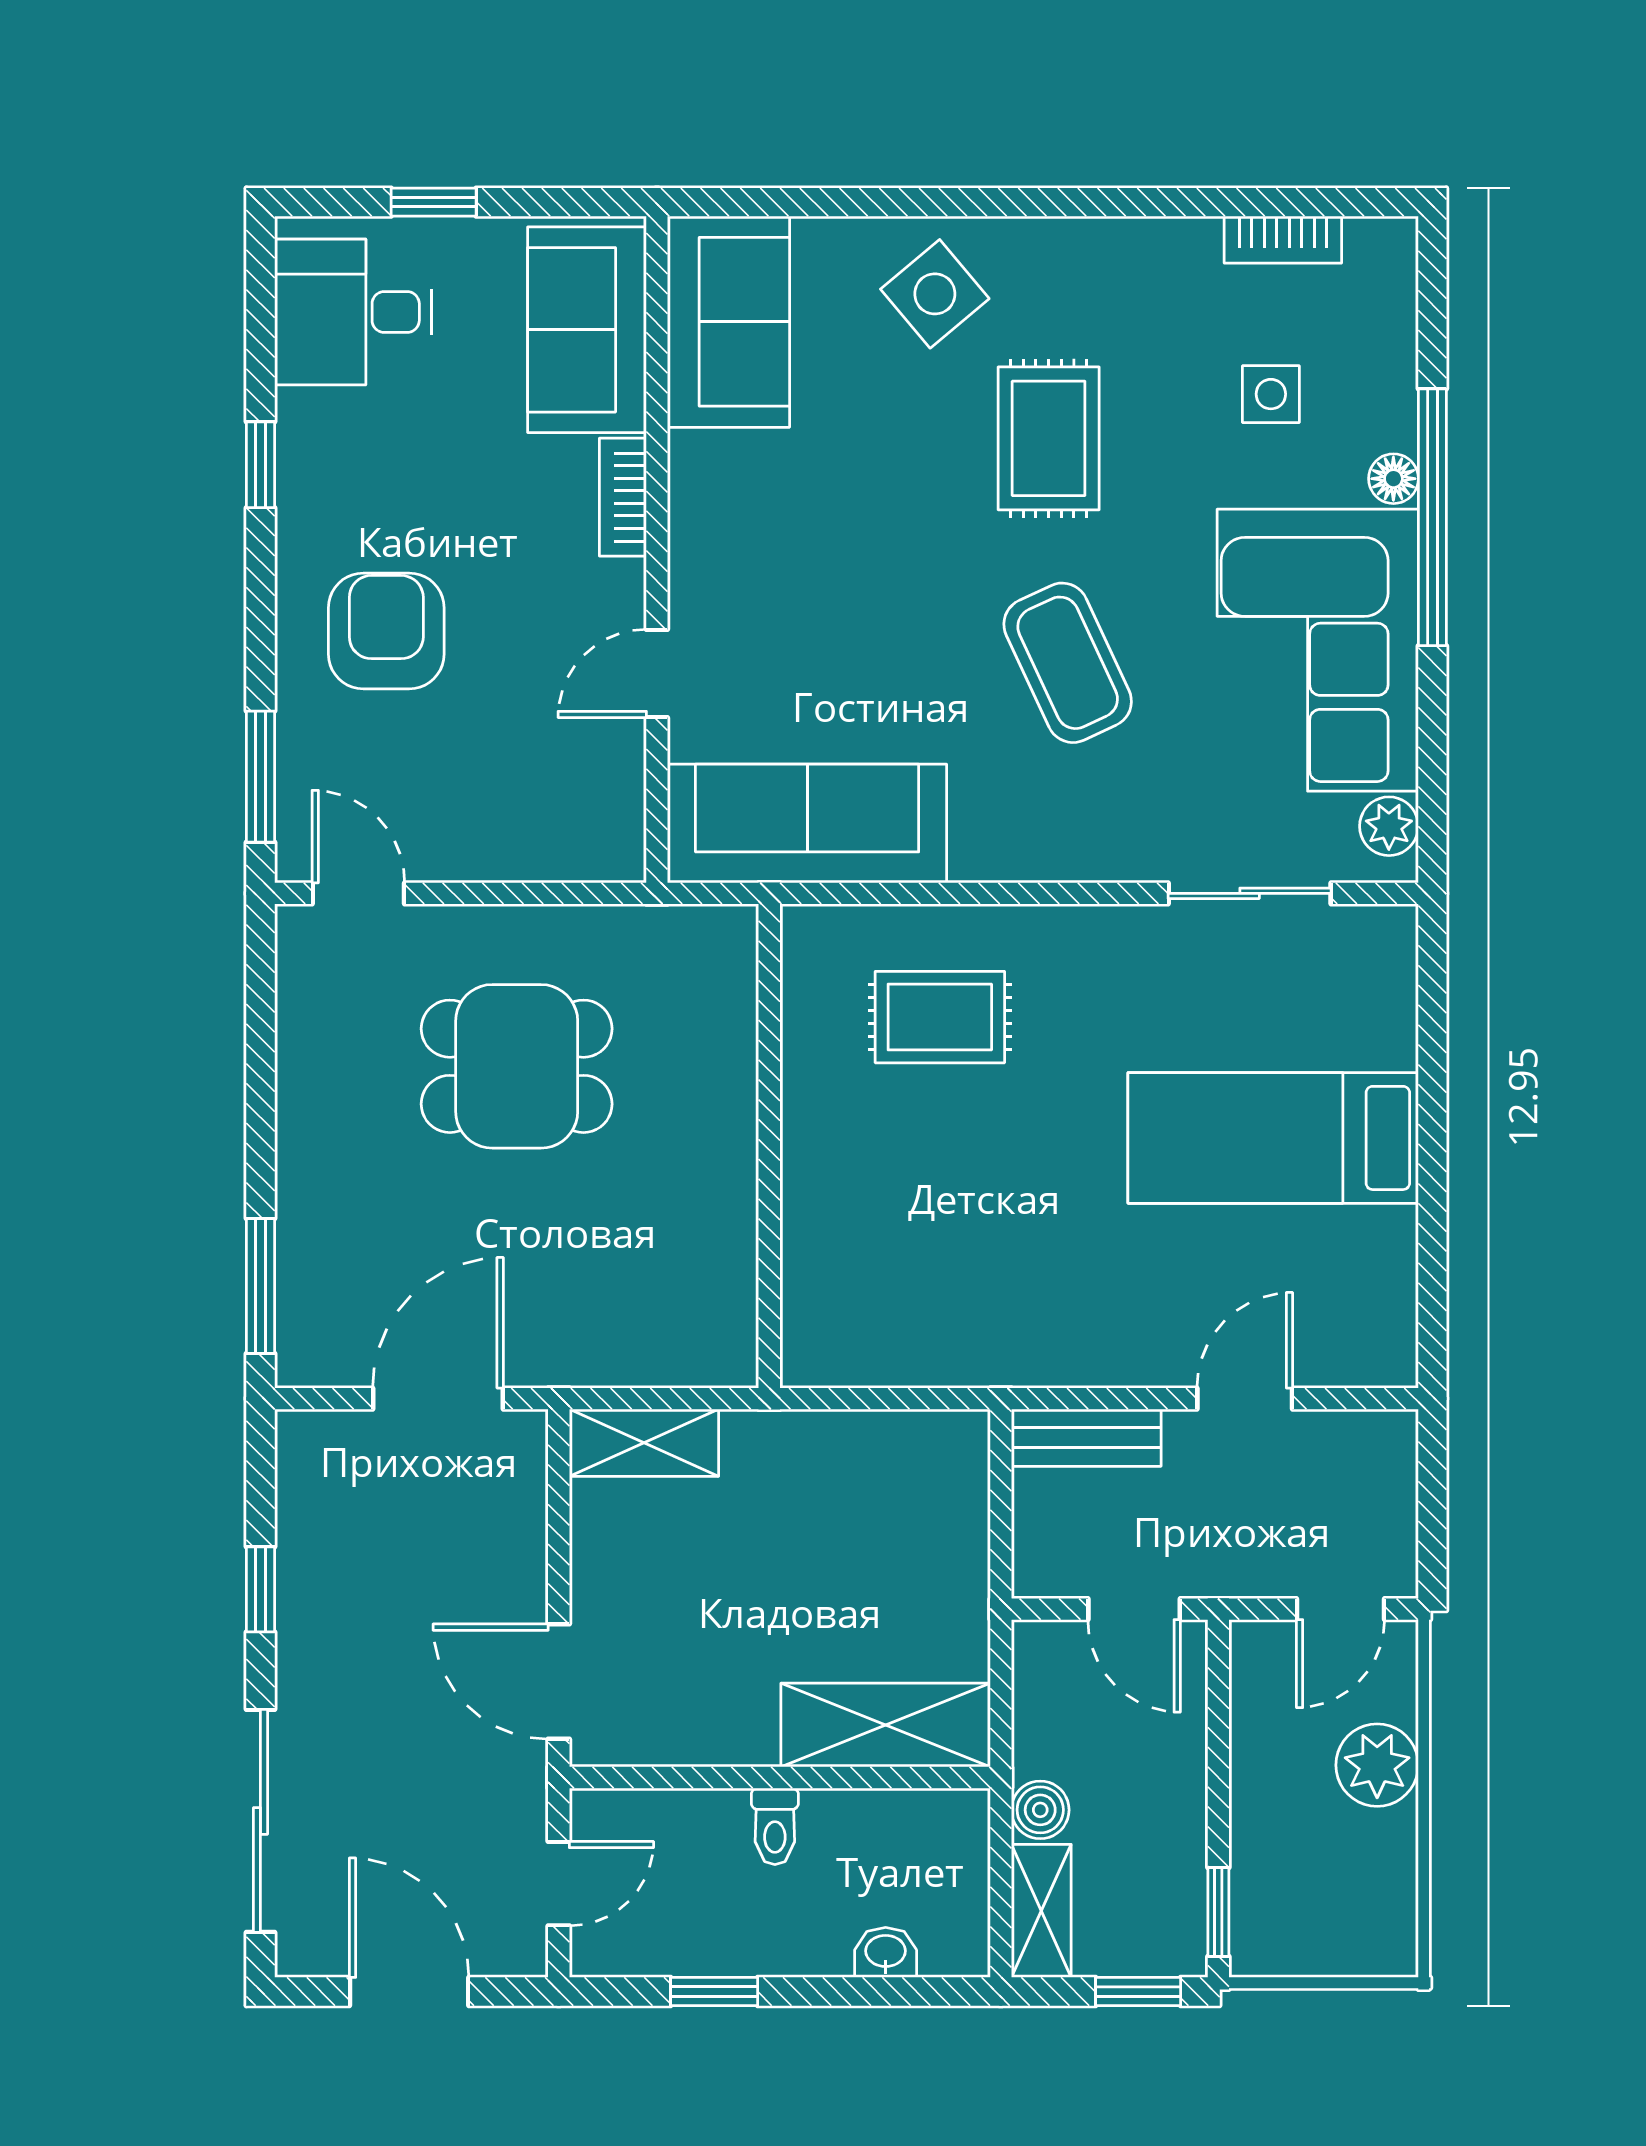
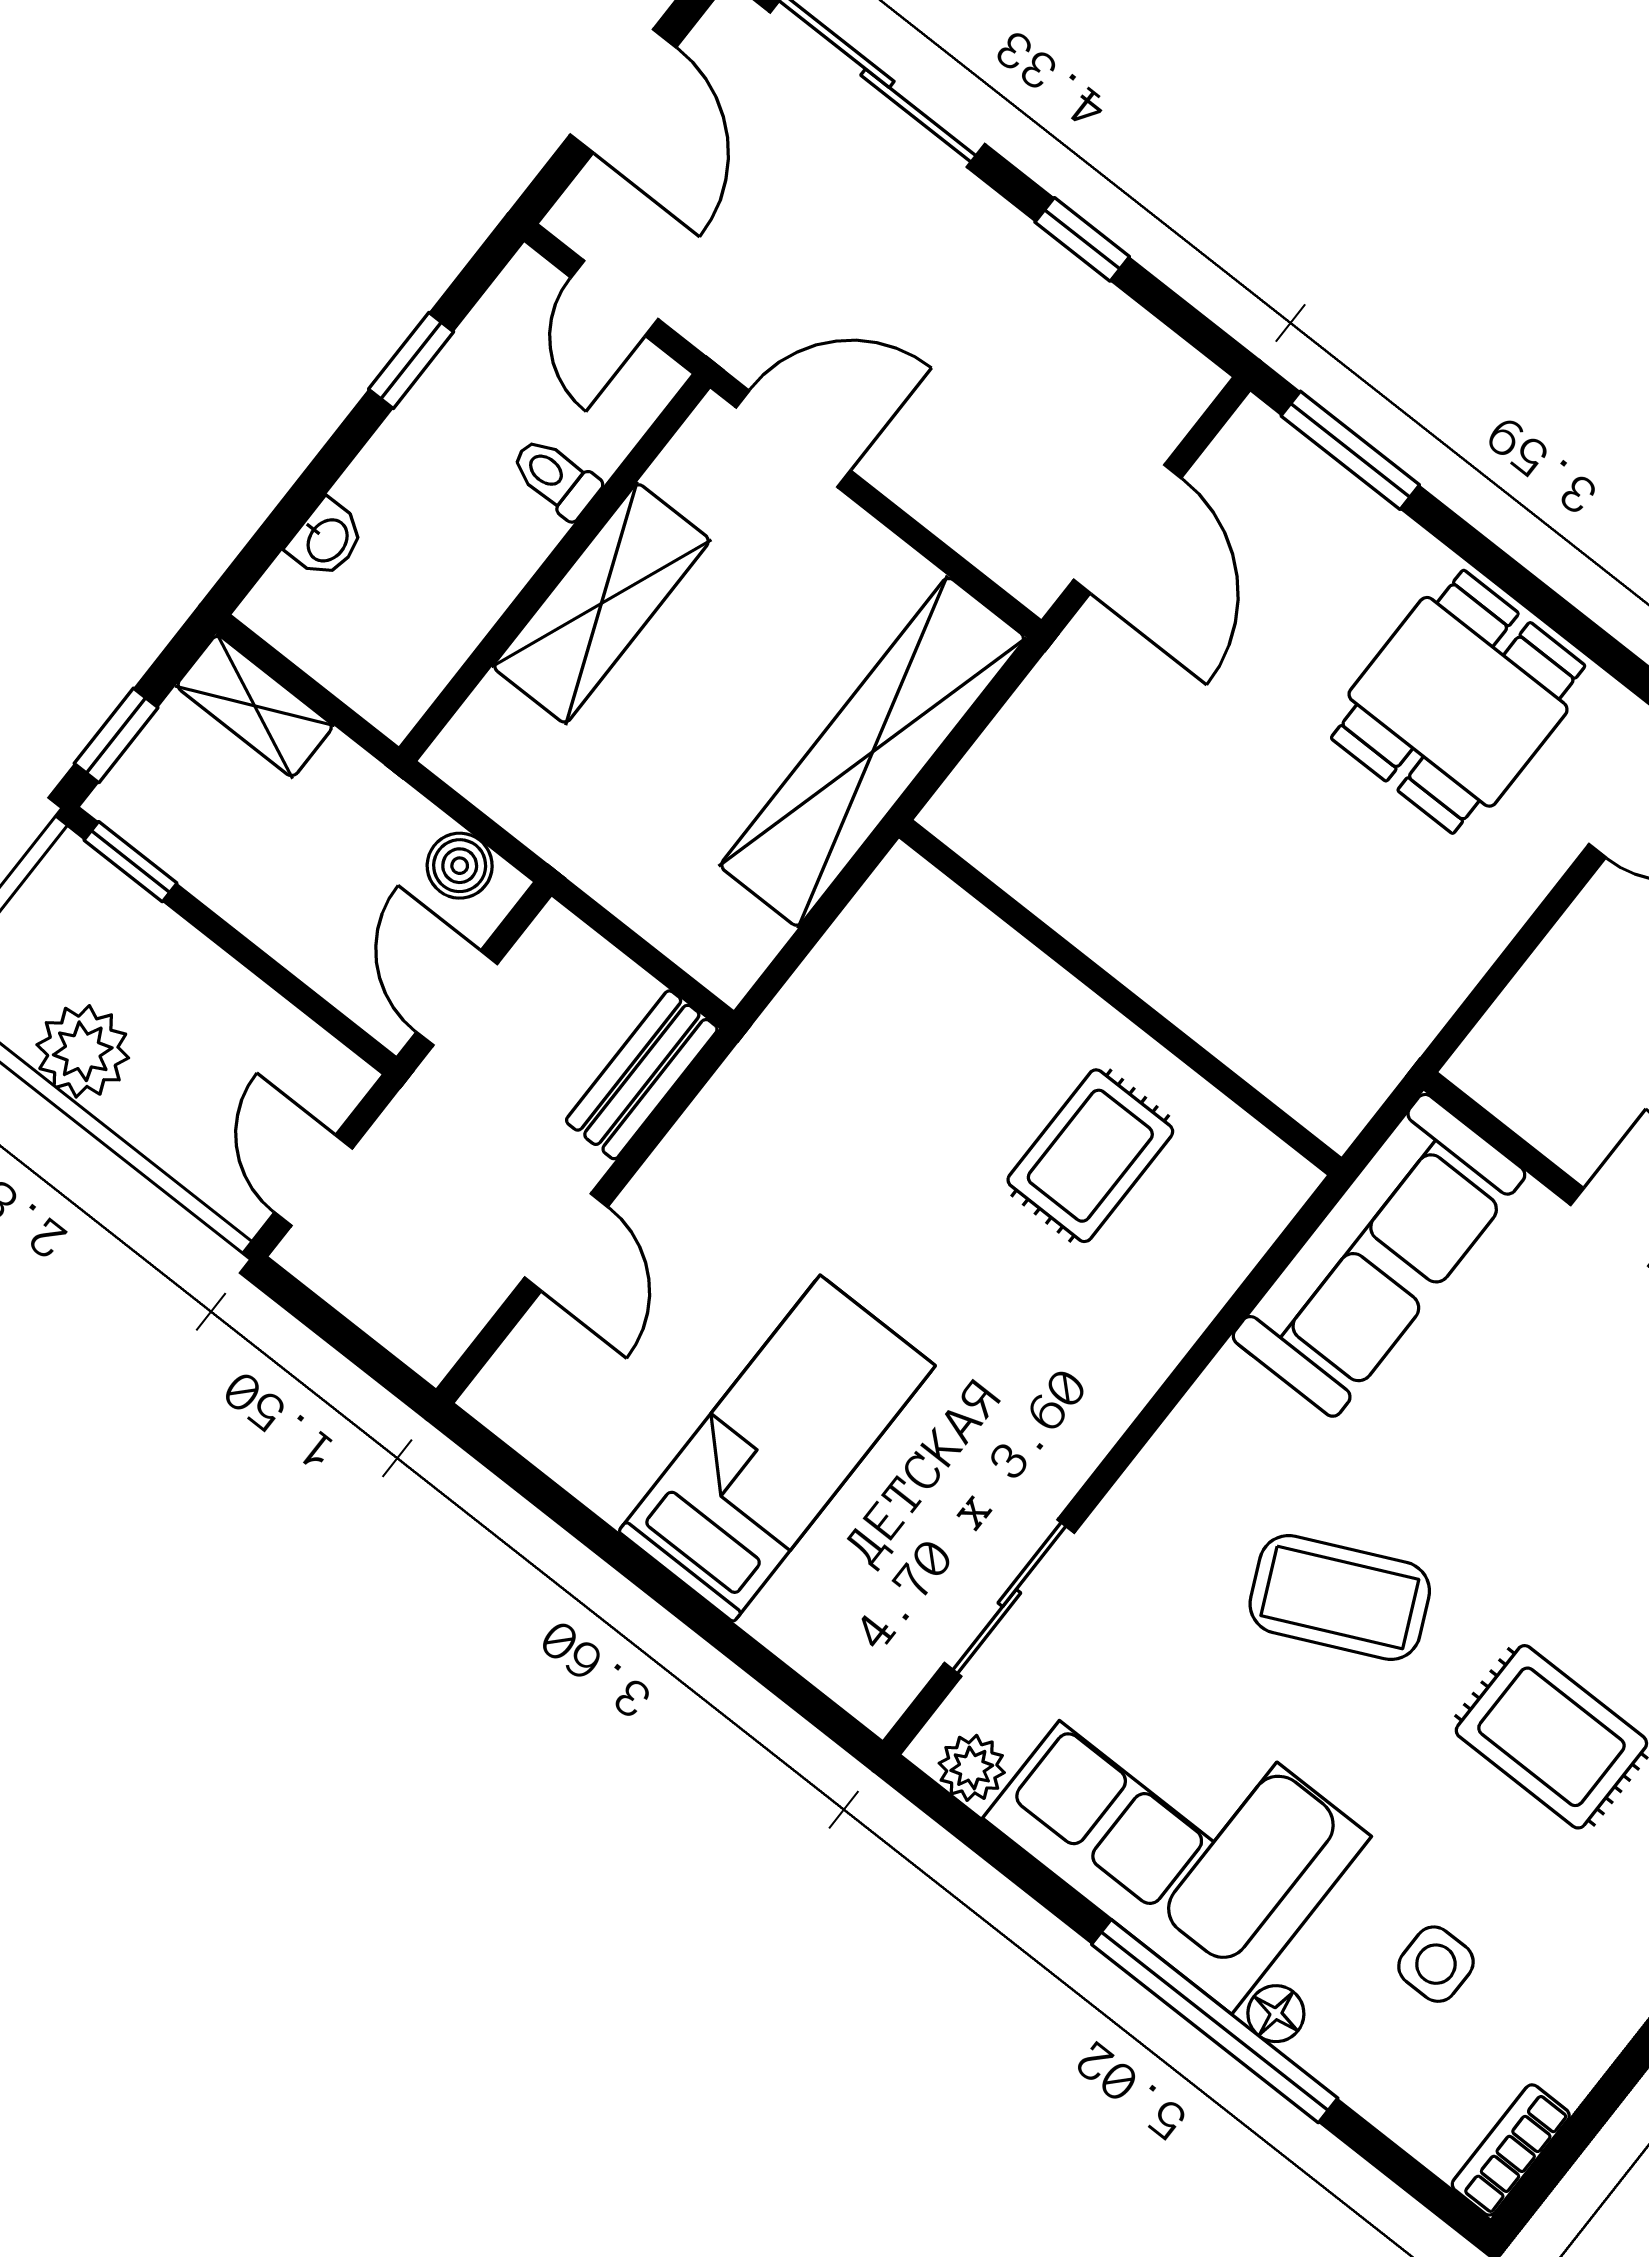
bookcase: (1283, 240) -> (1511, 2150), moved
rug: (940, 1017) -> (1090, 1156), moved
dining table: (517, 1066) -> (1458, 702), moved
shelving: (644, 1443) -> (873, 752), width x2.20, depth x1.33
door: (1134, 1609) -> (457, 998), hinge flipped
shelving: (886, 1725) -> (601, 603), moved
plant: (1377, 1765) -> (83, 1051), moved
boiler: (1040, 1810) -> (460, 866), moved
toilet: (775, 1826) -> (555, 478), moved
door: (409, 1992) -> (623, 91), hinge flipped

